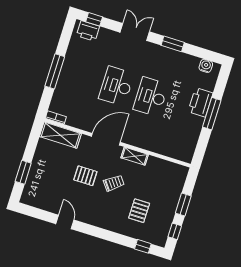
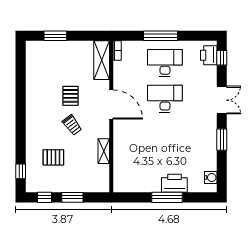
desk: (151, 97) -> (165, 63), moved
shelving: (135, 156) -> (104, 151), moved
door: (65, 222) -> (21, 90), removed

